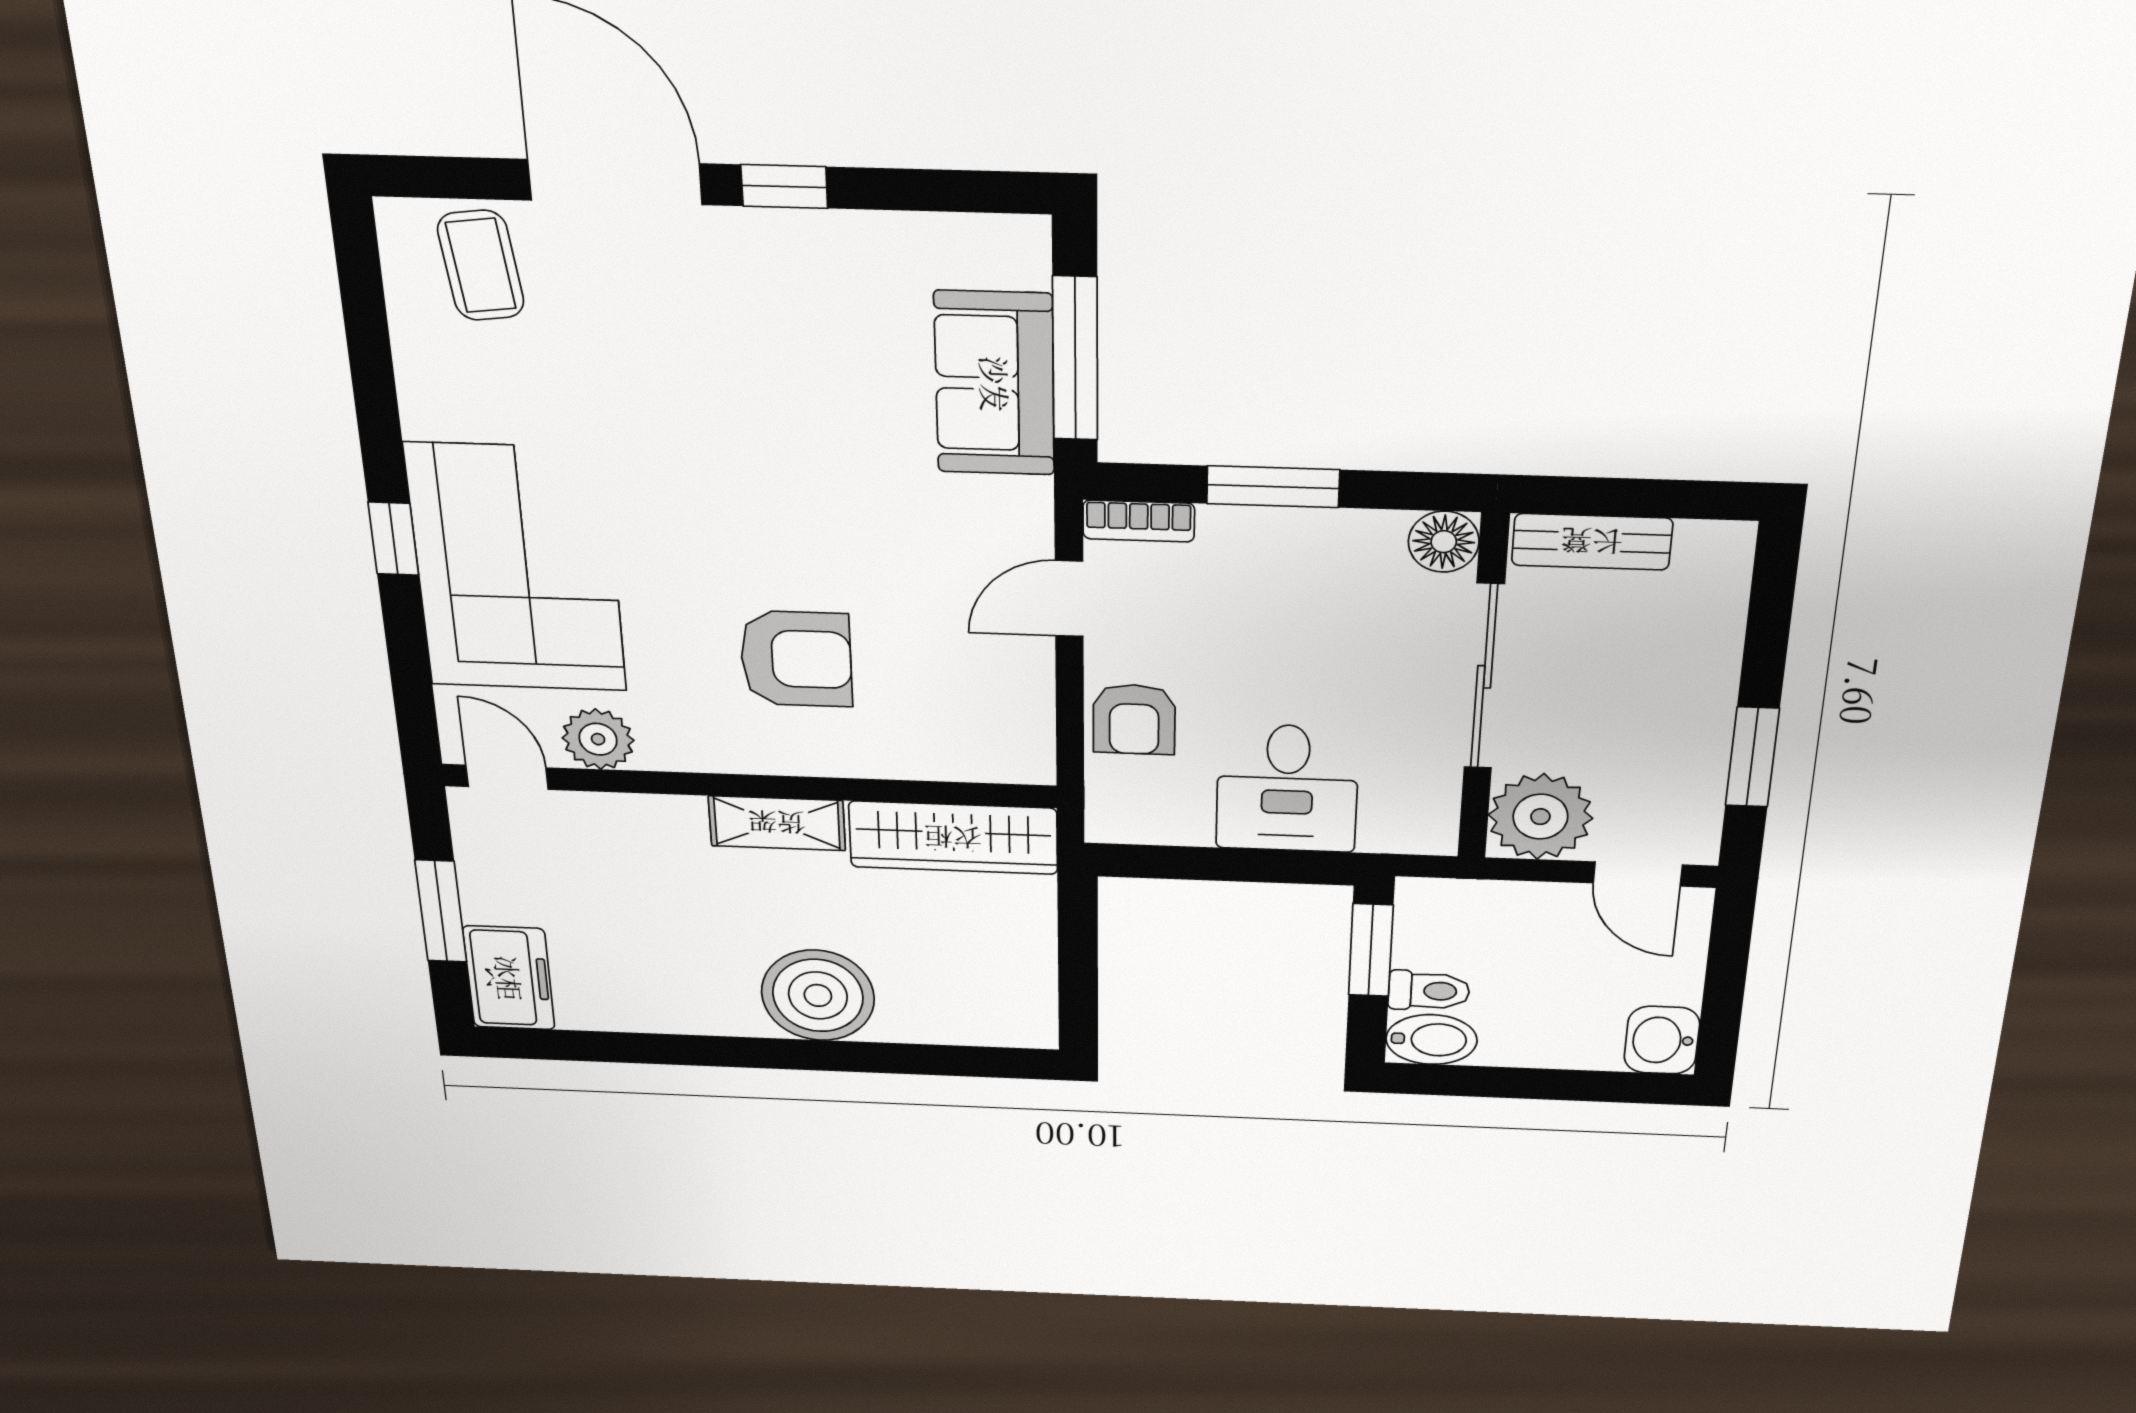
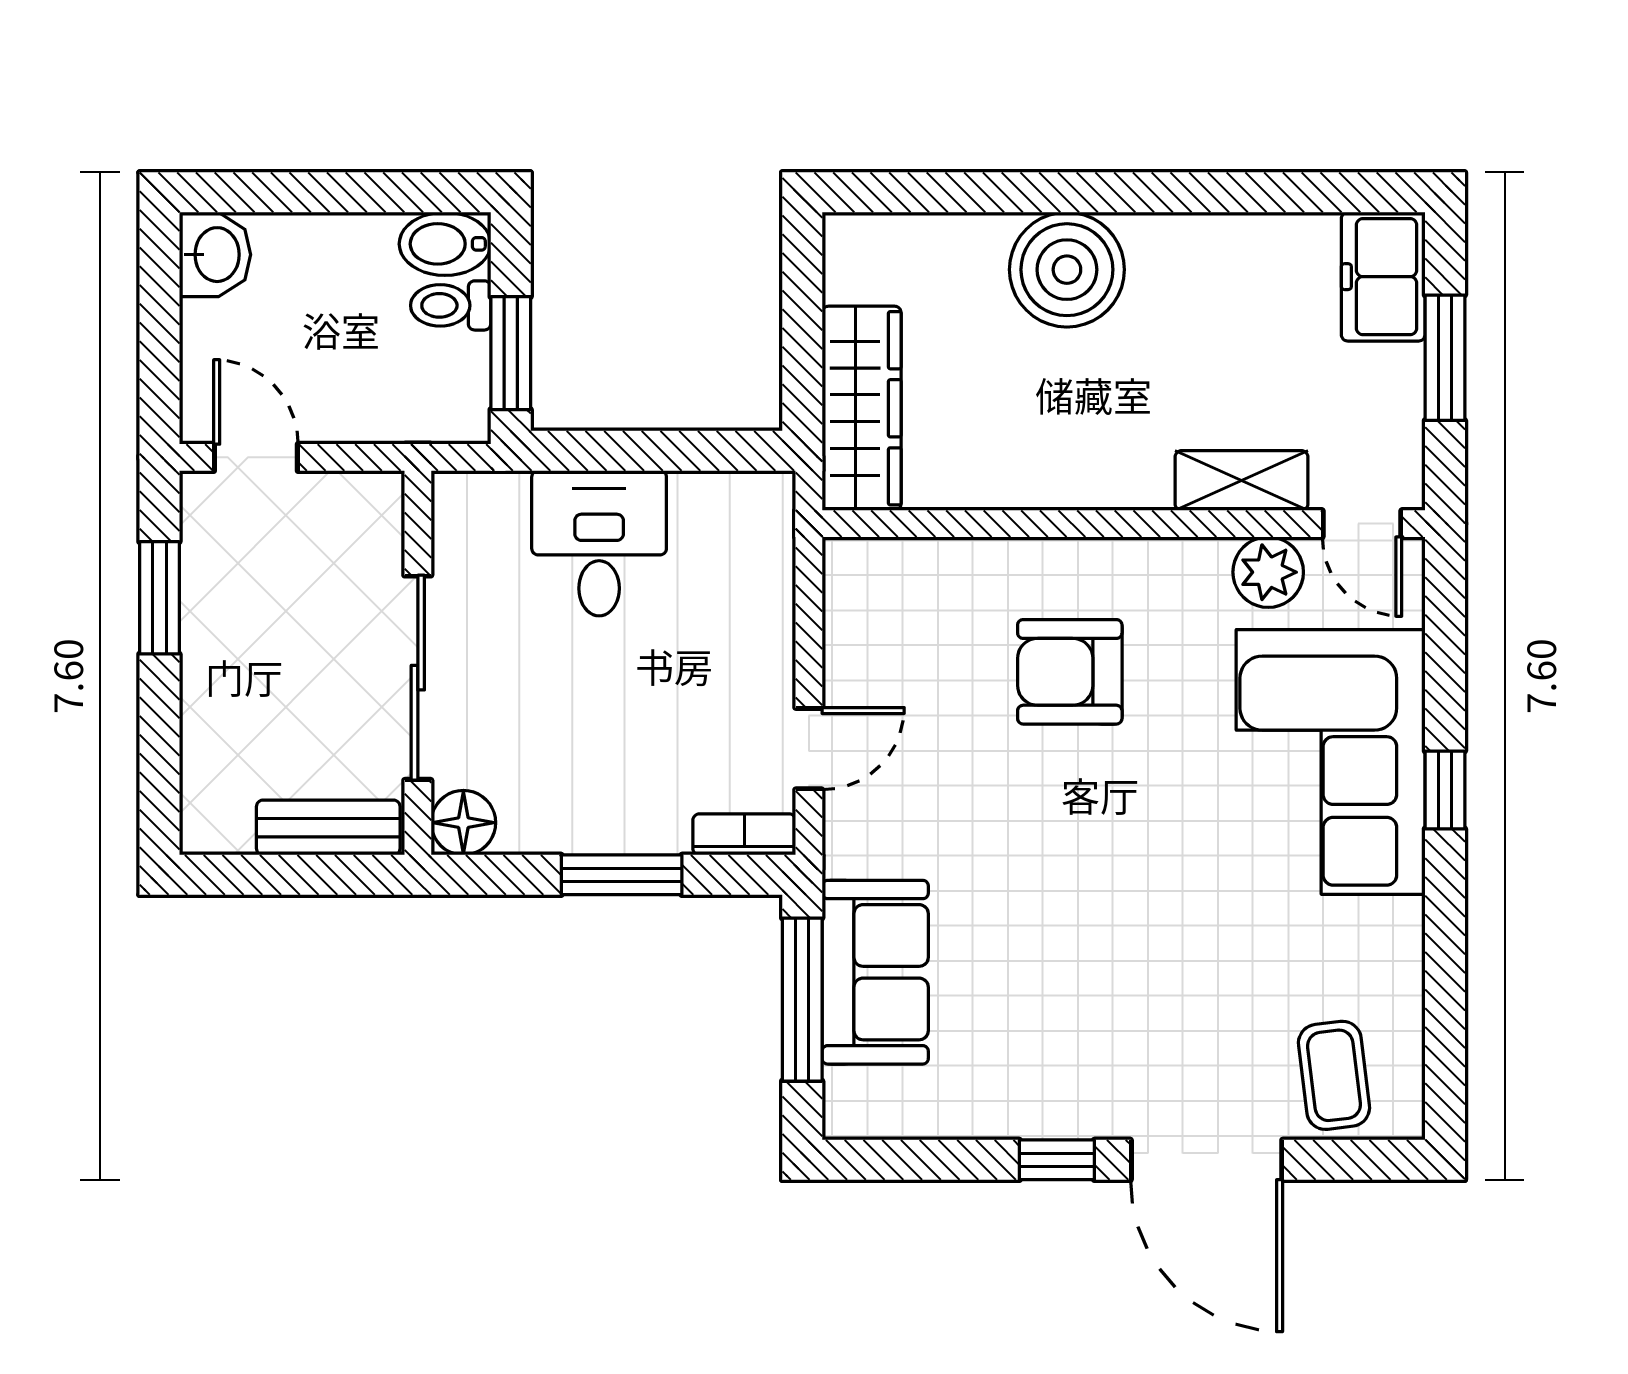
armchair: (1134, 719) -> (747, 616), removed
plant: (1540, 817) -> (354, 521), removed
shelving: (777, 823) -> (1242, 481), moved
wardrobe: (953, 838) -> (862, 408), moved, turned 90

